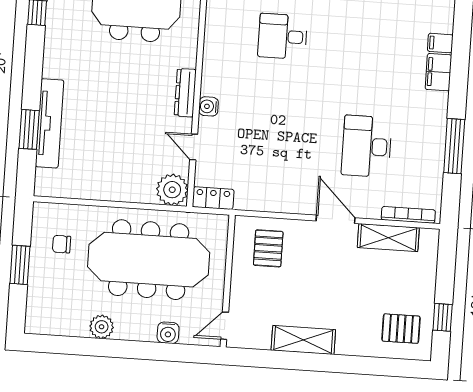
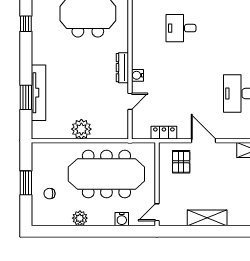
door: (194, 147) -> (130, 101), swing flipped
plant: (172, 190) -> (81, 129), moved
locker: (213, 198) -> (164, 133), moved
door: (336, 219) -> (204, 141), moved
chair: (62, 244) -> (49, 194), moved

